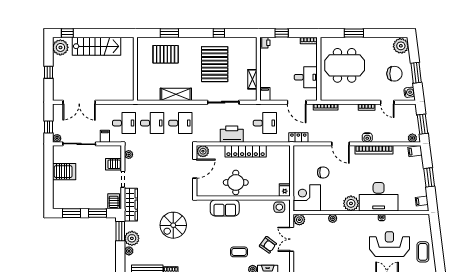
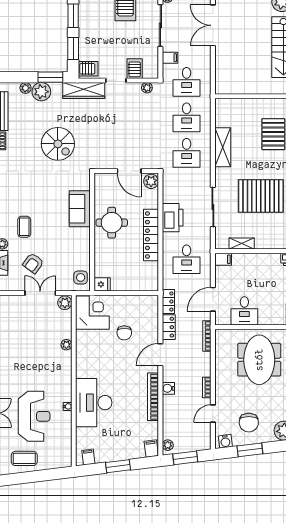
locker: (319, 137) -> (169, 327), added
plant: (351, 203) -> (85, 368), removed
spiral stairs: (173, 225) -> (58, 144), turned 180

